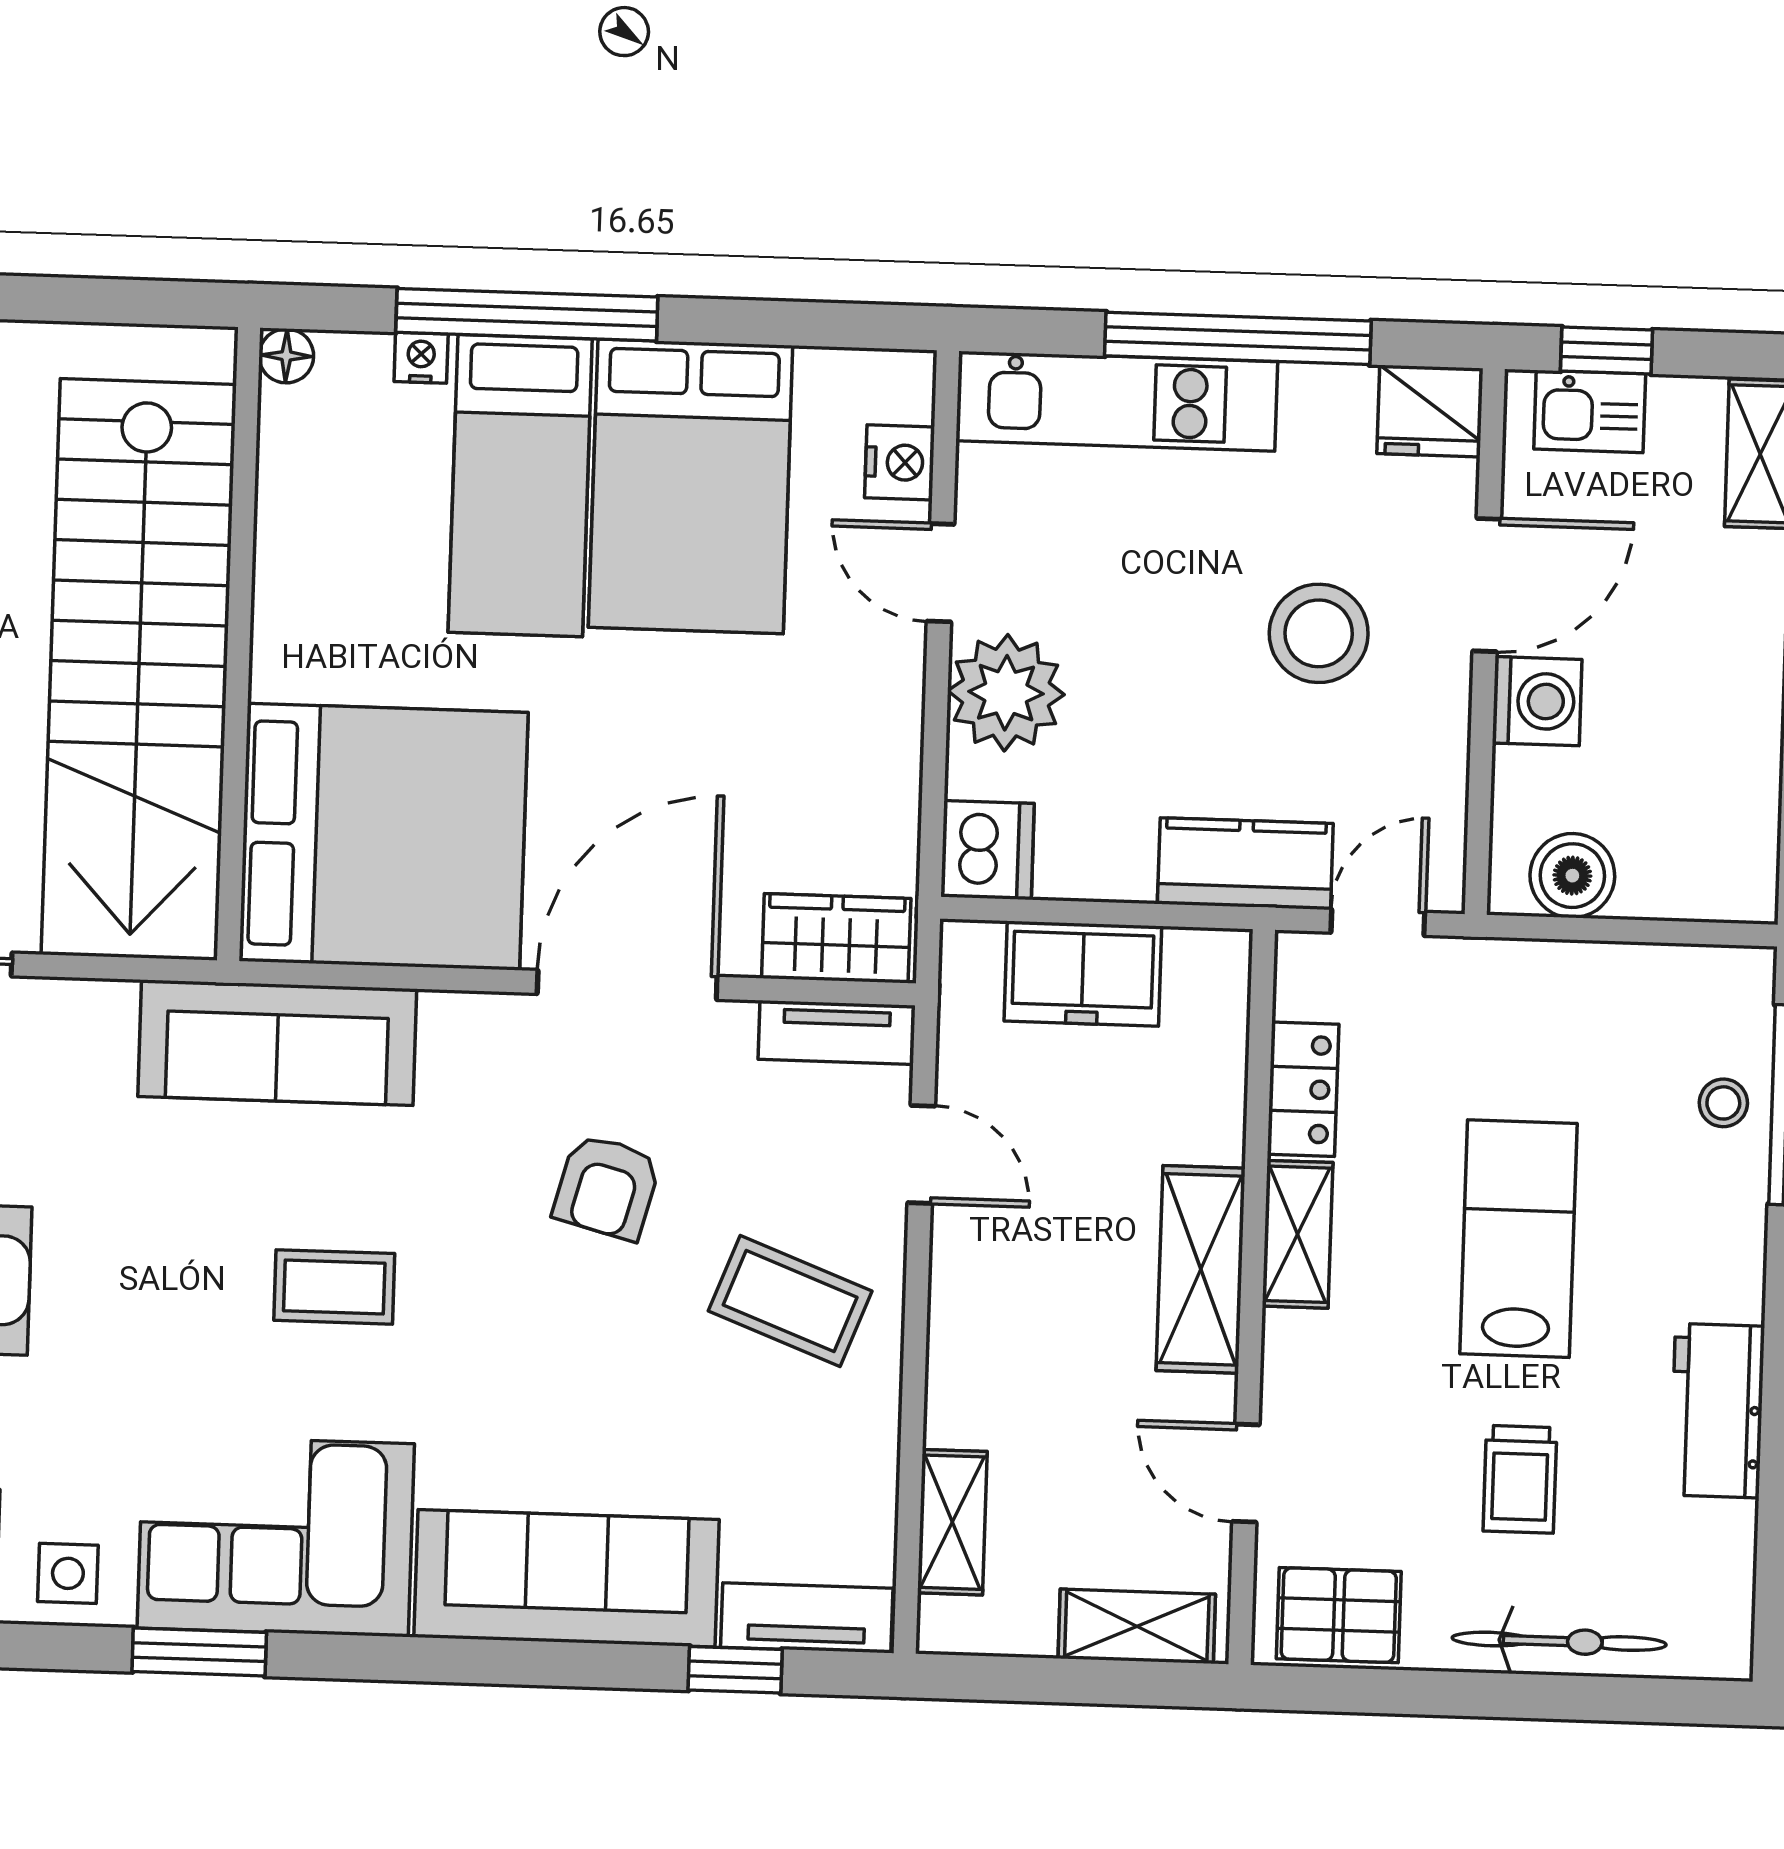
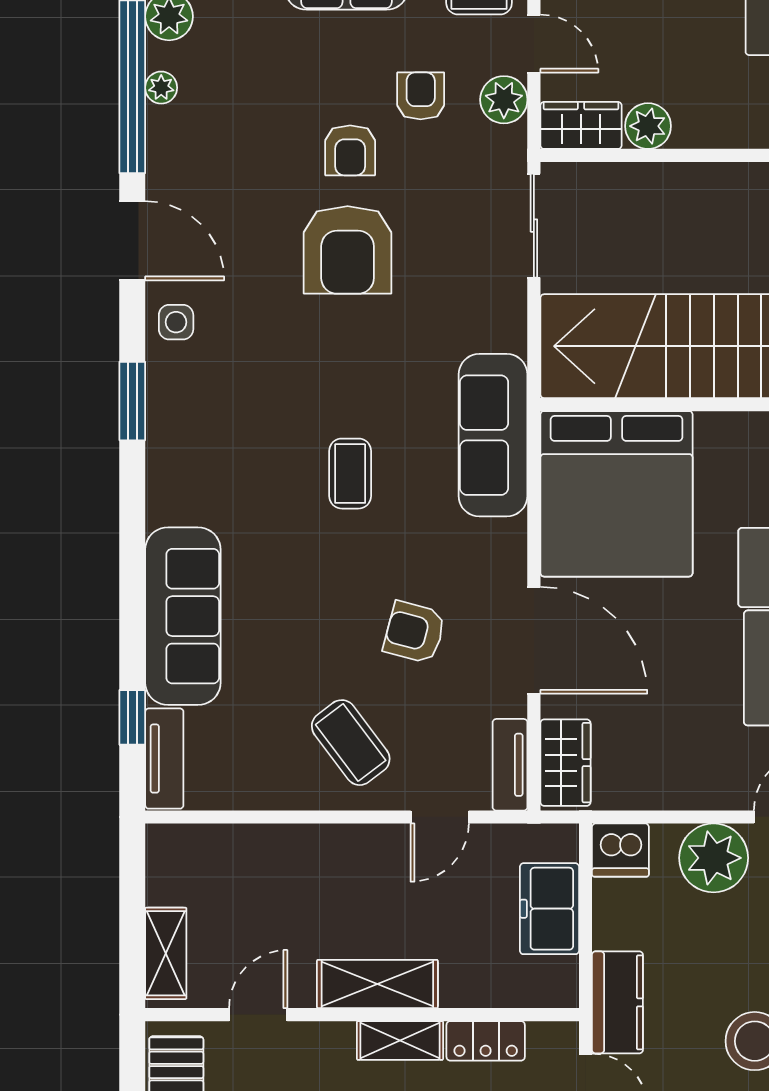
coffee table: (790, 1301) -> (351, 743), turned -58
shelving: (952, 1522) -> (224, 843), removed
corner sofa: (276, 1536) -> (202, 444), removed

